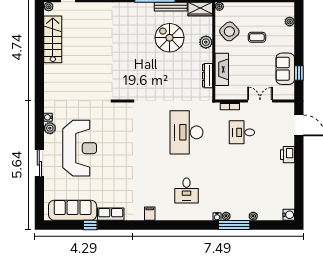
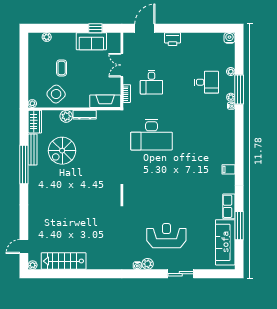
fireplace: (222, 69) -> (105, 101), moved
dresser: (207, 76) -> (85, 115), moved
reception desk: (80, 148) -> (166, 236), width x0.74, depth x0.77
desk: (187, 190) -> (206, 82), moved
window: (90, 225) -> (239, 226), width x2.17

